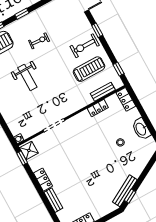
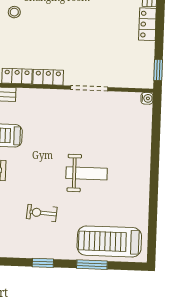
weight bench: (27, 77) -> (87, 173), turned 90
locker: (80, 118) -> (48, 77), added
shower: (29, 150) -> (143, 74), removed

